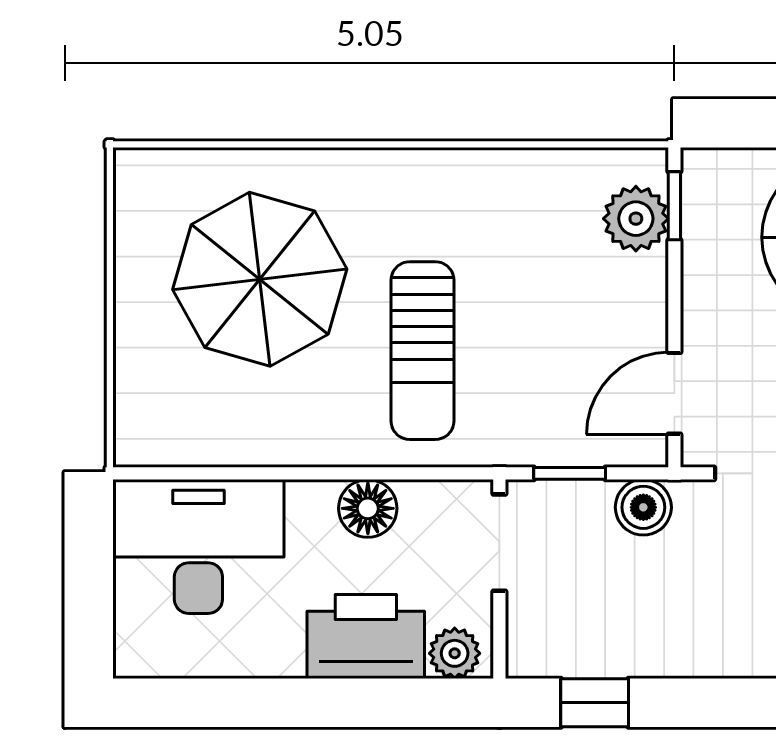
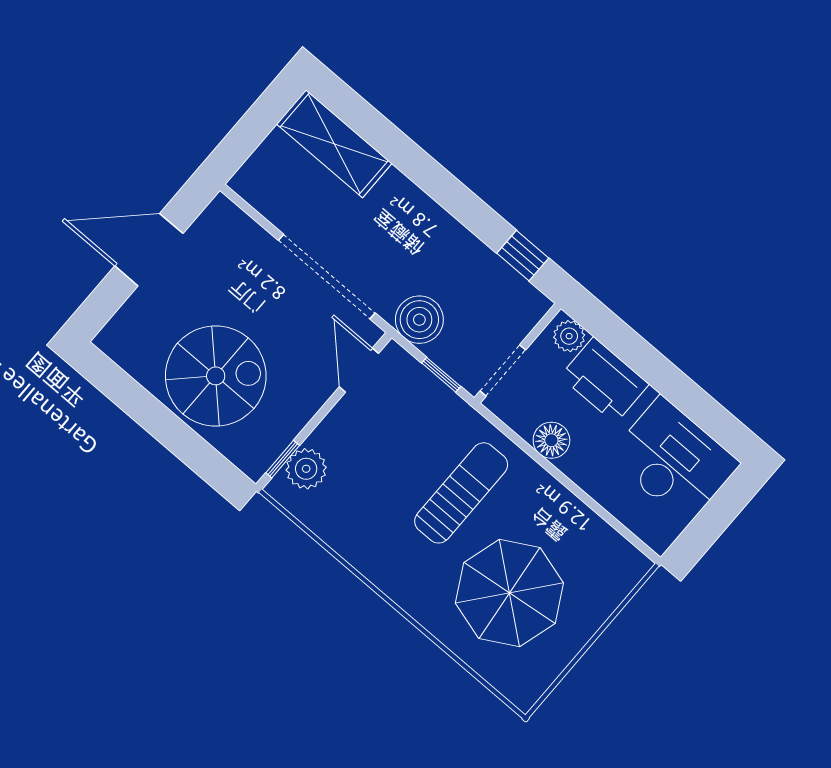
door: (674, 393) -> (359, 370), swing flipped
boiler: (643, 507) -> (419, 320), width x1.36, depth x1.36
desk: (198, 547) -> (674, 460), moved, turned 180

